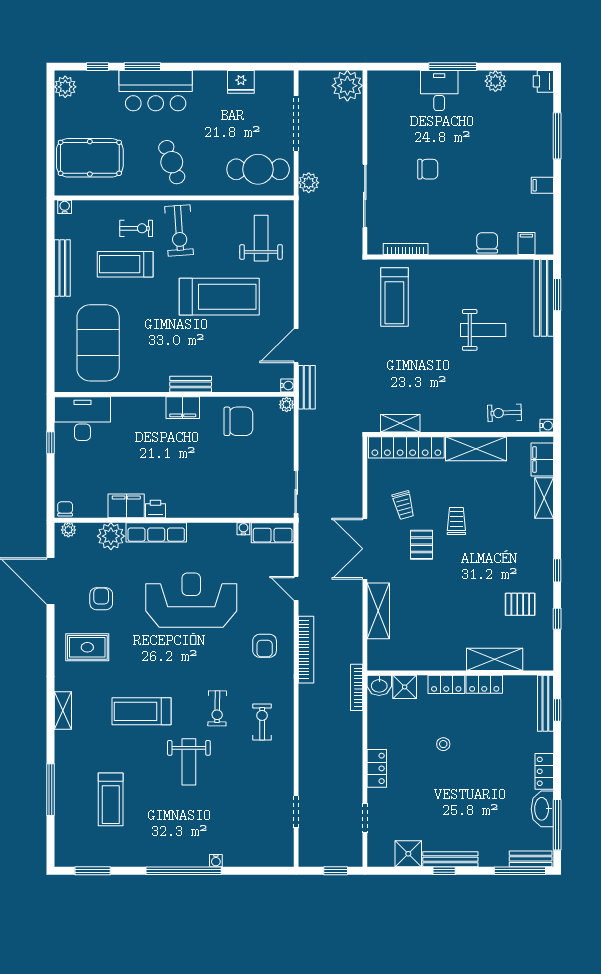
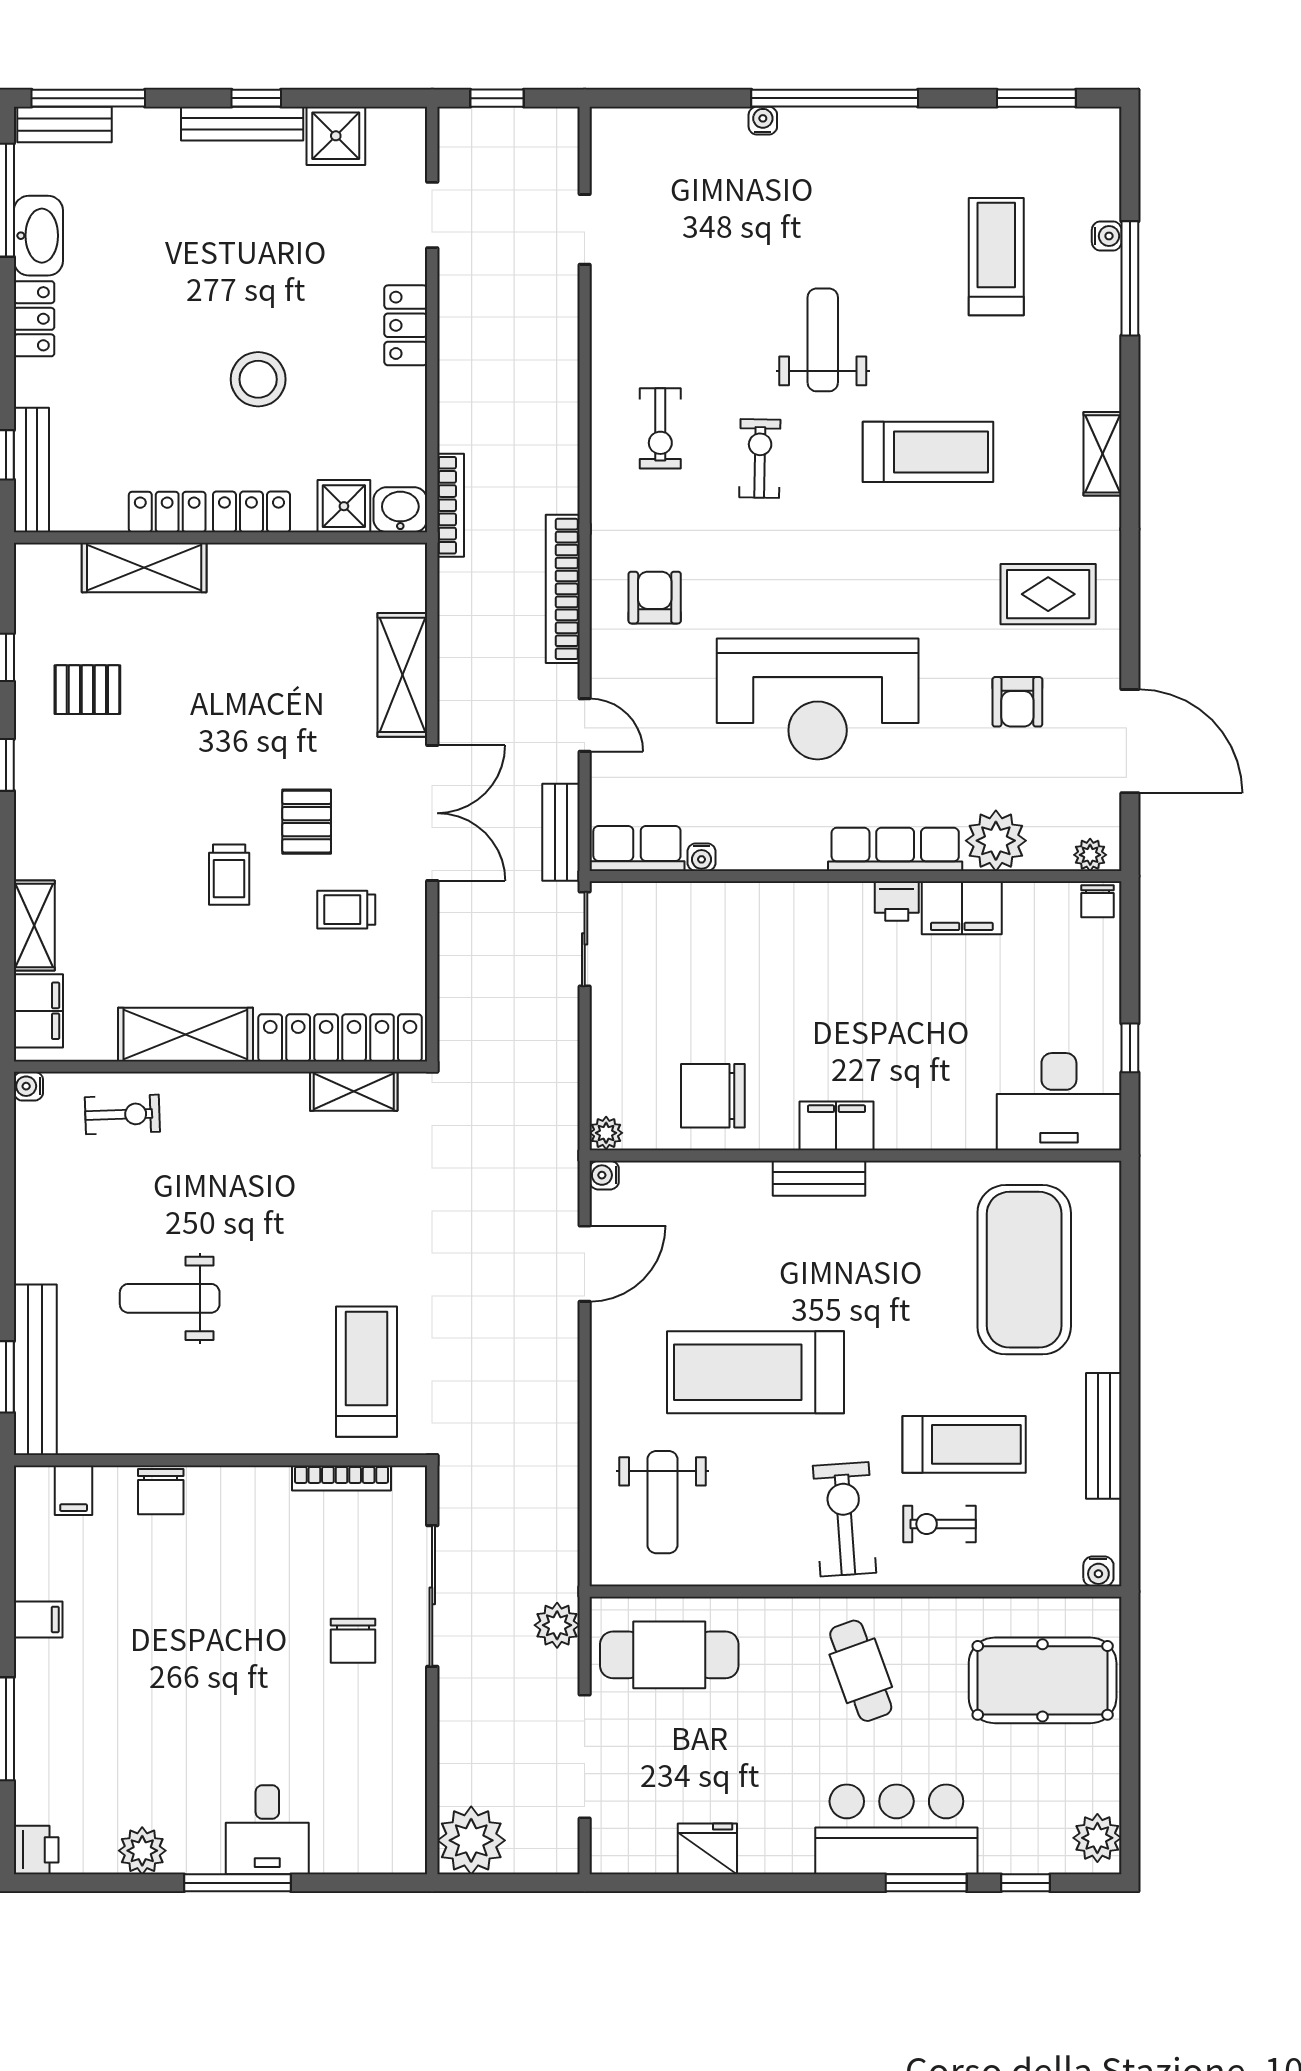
chair: (428, 169) -> (353, 1641), moved, turned -90
bench: (307, 387) -> (561, 832), moved
trolley: (404, 505) -> (346, 910), turned -75
stool: (443, 744) -> (258, 379), width x1.89, depth x1.89
water cooler: (61, 809) -> (1107, 236), added

